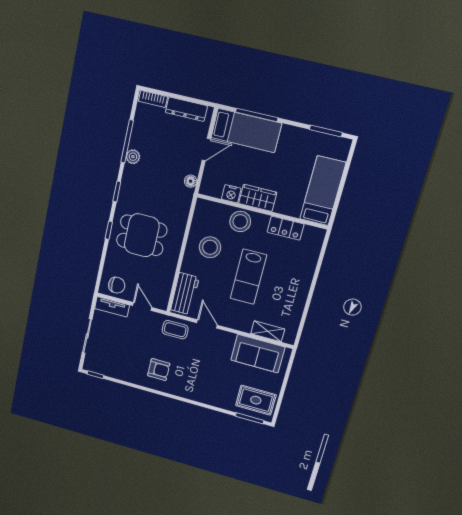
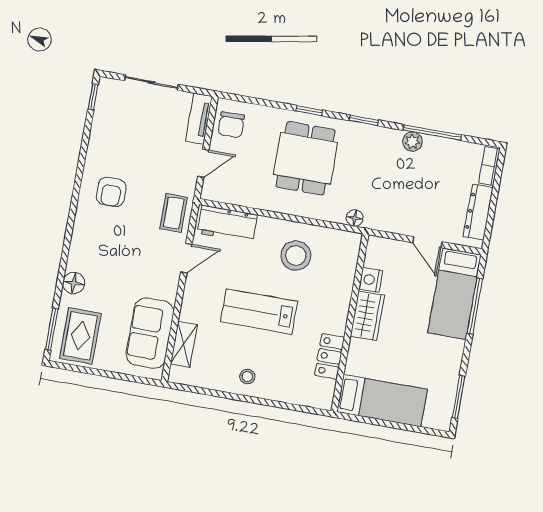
floor lamp: (191, 181) -> (355, 218), moved
stool: (240, 222) -> (247, 377), moved, width x0.53, depth x0.53
floor lamp: (219, 401) -> (74, 283), added

